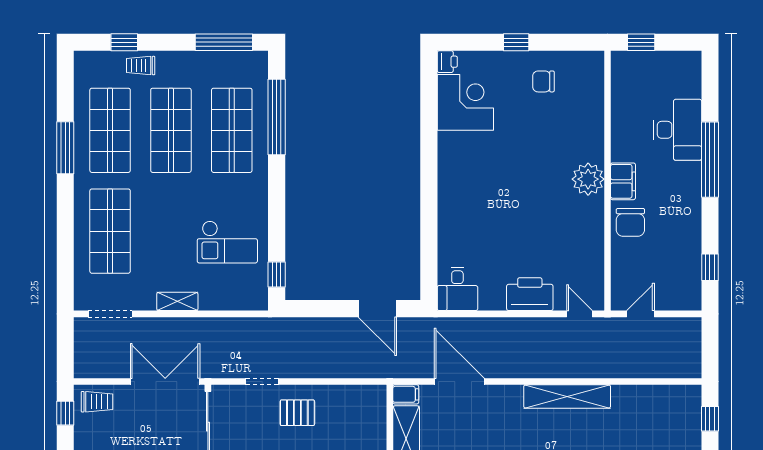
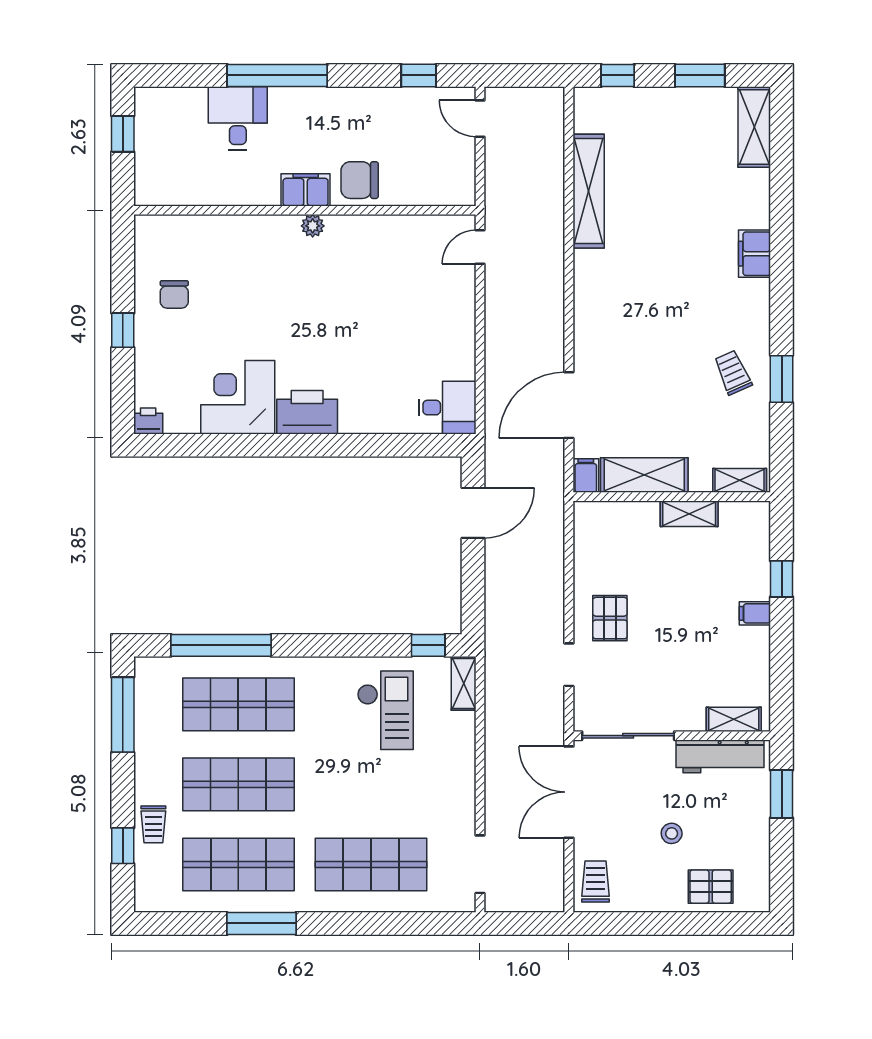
window: (641, 42) -> (123, 134), moved
corner desk: (465, 102) -> (238, 397), moved
desk: (677, 130) -> (238, 118), width x0.73
plant: (588, 179) -> (313, 226), width x0.53, depth x0.53
chair: (630, 222) -> (360, 180), turned 180
printer: (530, 294) -> (307, 412), moved, turned 90
shelving: (177, 301) -> (464, 683), moved
door: (641, 314) -> (480, 119), moved
shelving: (567, 396) -> (589, 191), moved
window: (65, 413) -> (610, 923), removed

